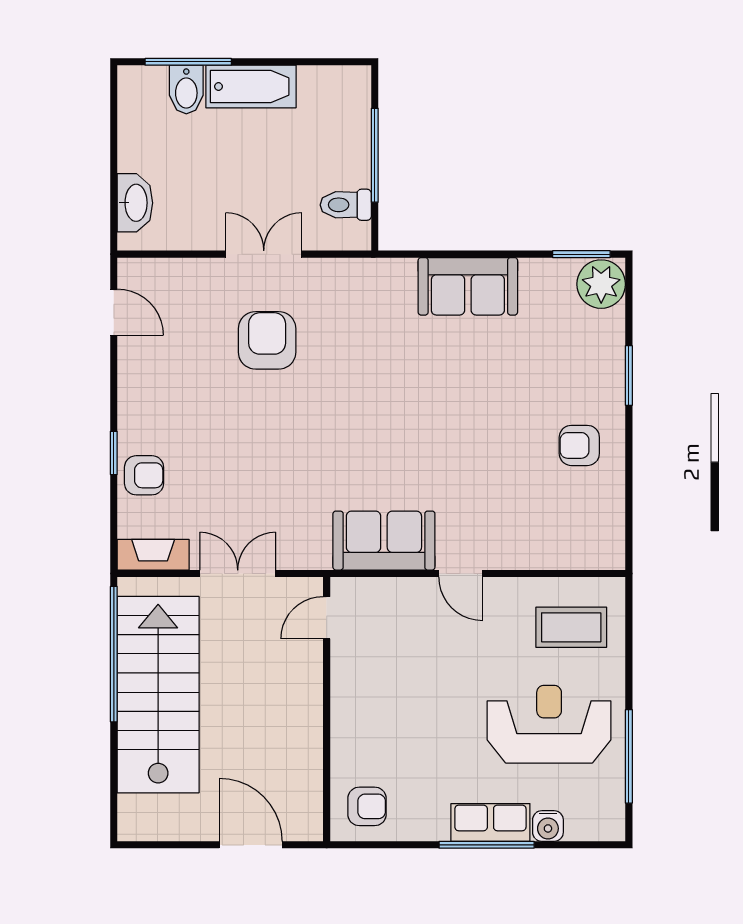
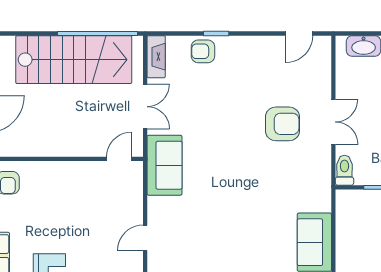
toilet: (346, 205) -> (344, 170), moved
armchair: (144, 475) -> (203, 51), turned 90
sofa: (384, 541) -> (164, 165), moved
door: (327, 618) -> (119, 159), hinge flipped

